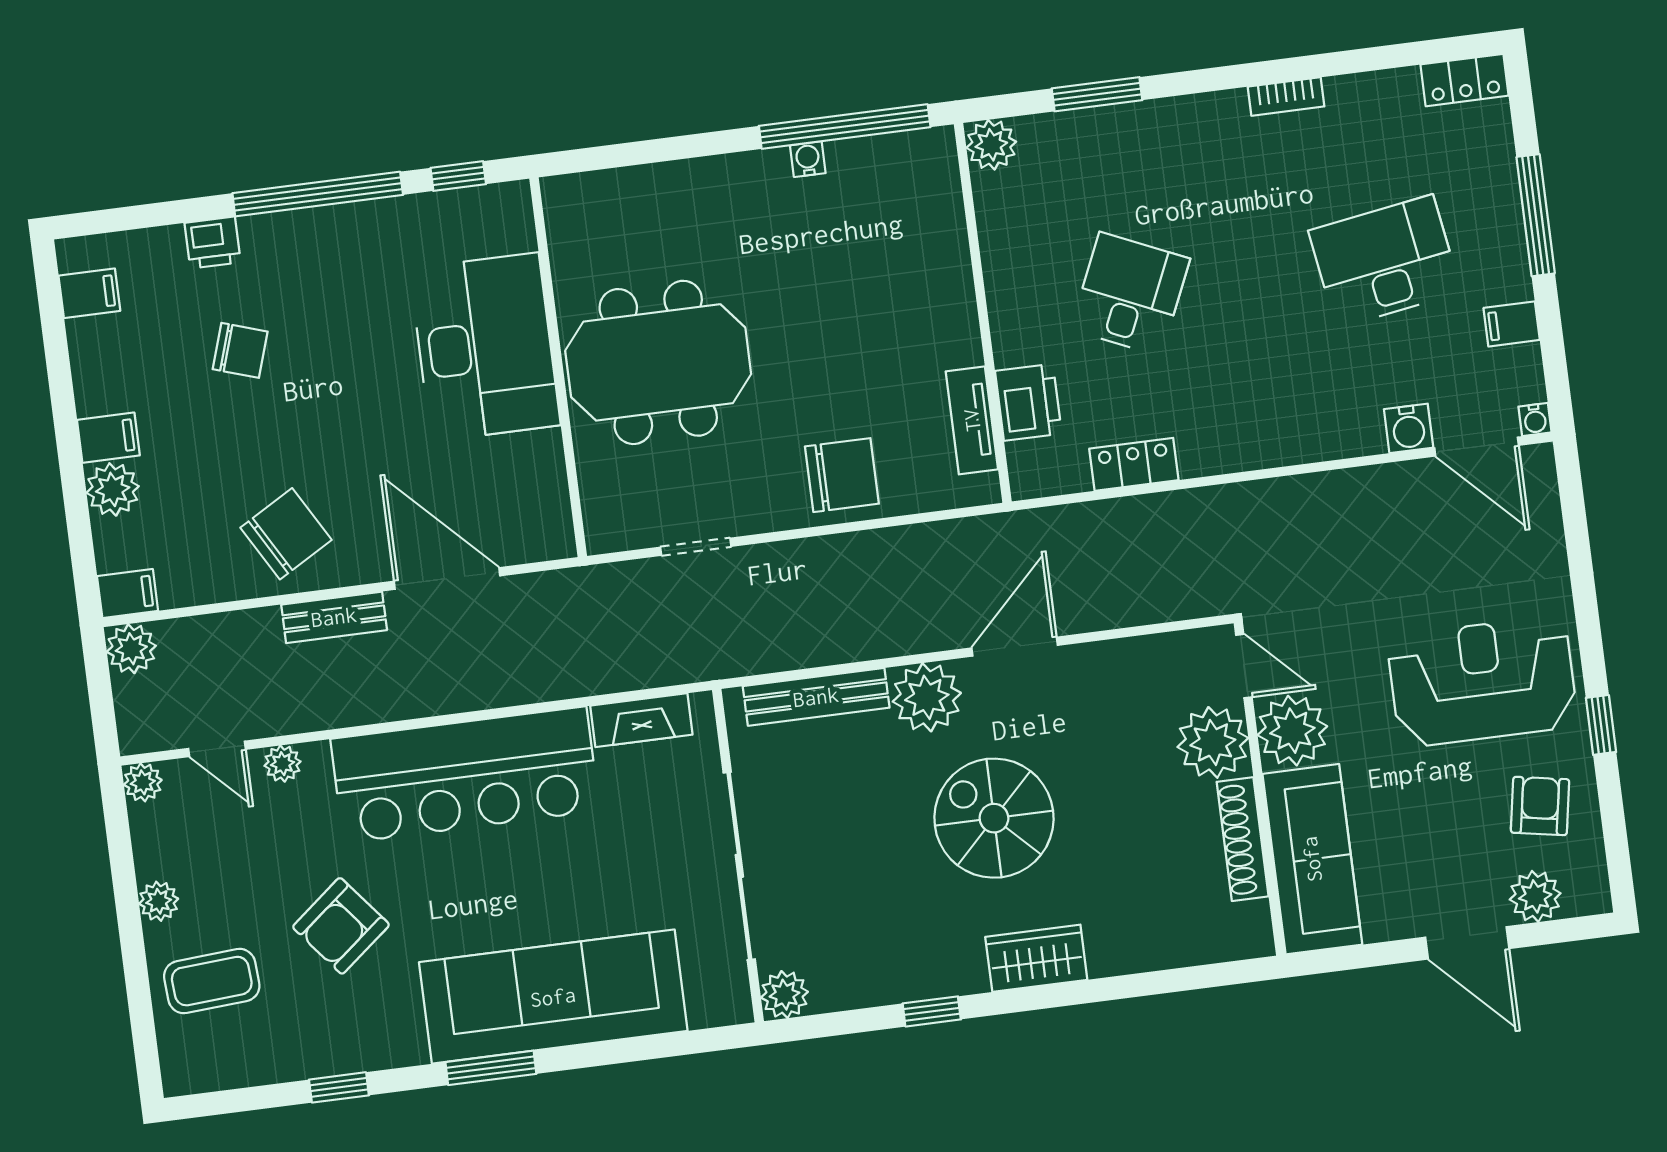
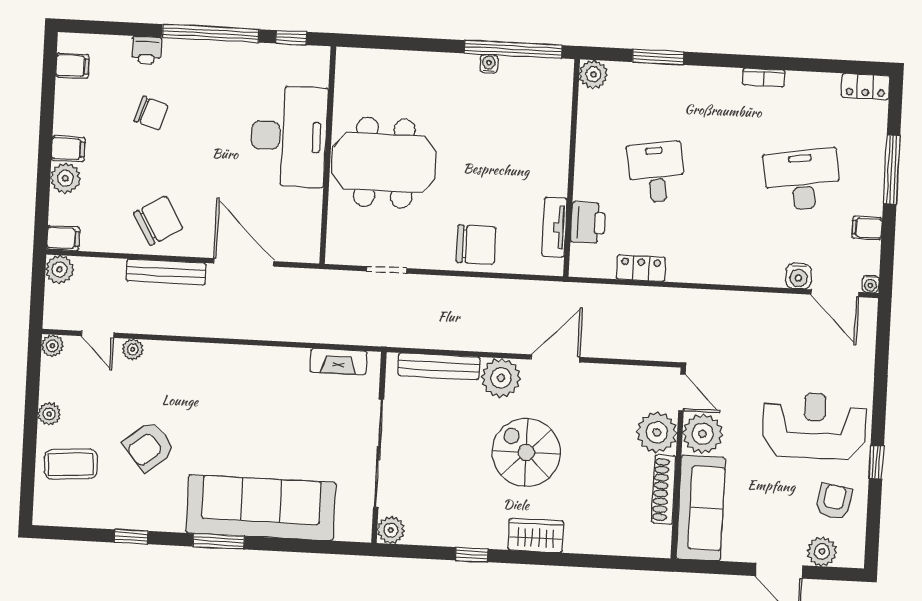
desk: (1130, 294) -> (656, 172), turned -33
bench: (334, 617) -> (166, 272), width x1.36
bar counter: (465, 775) -> (234, 374), removed

